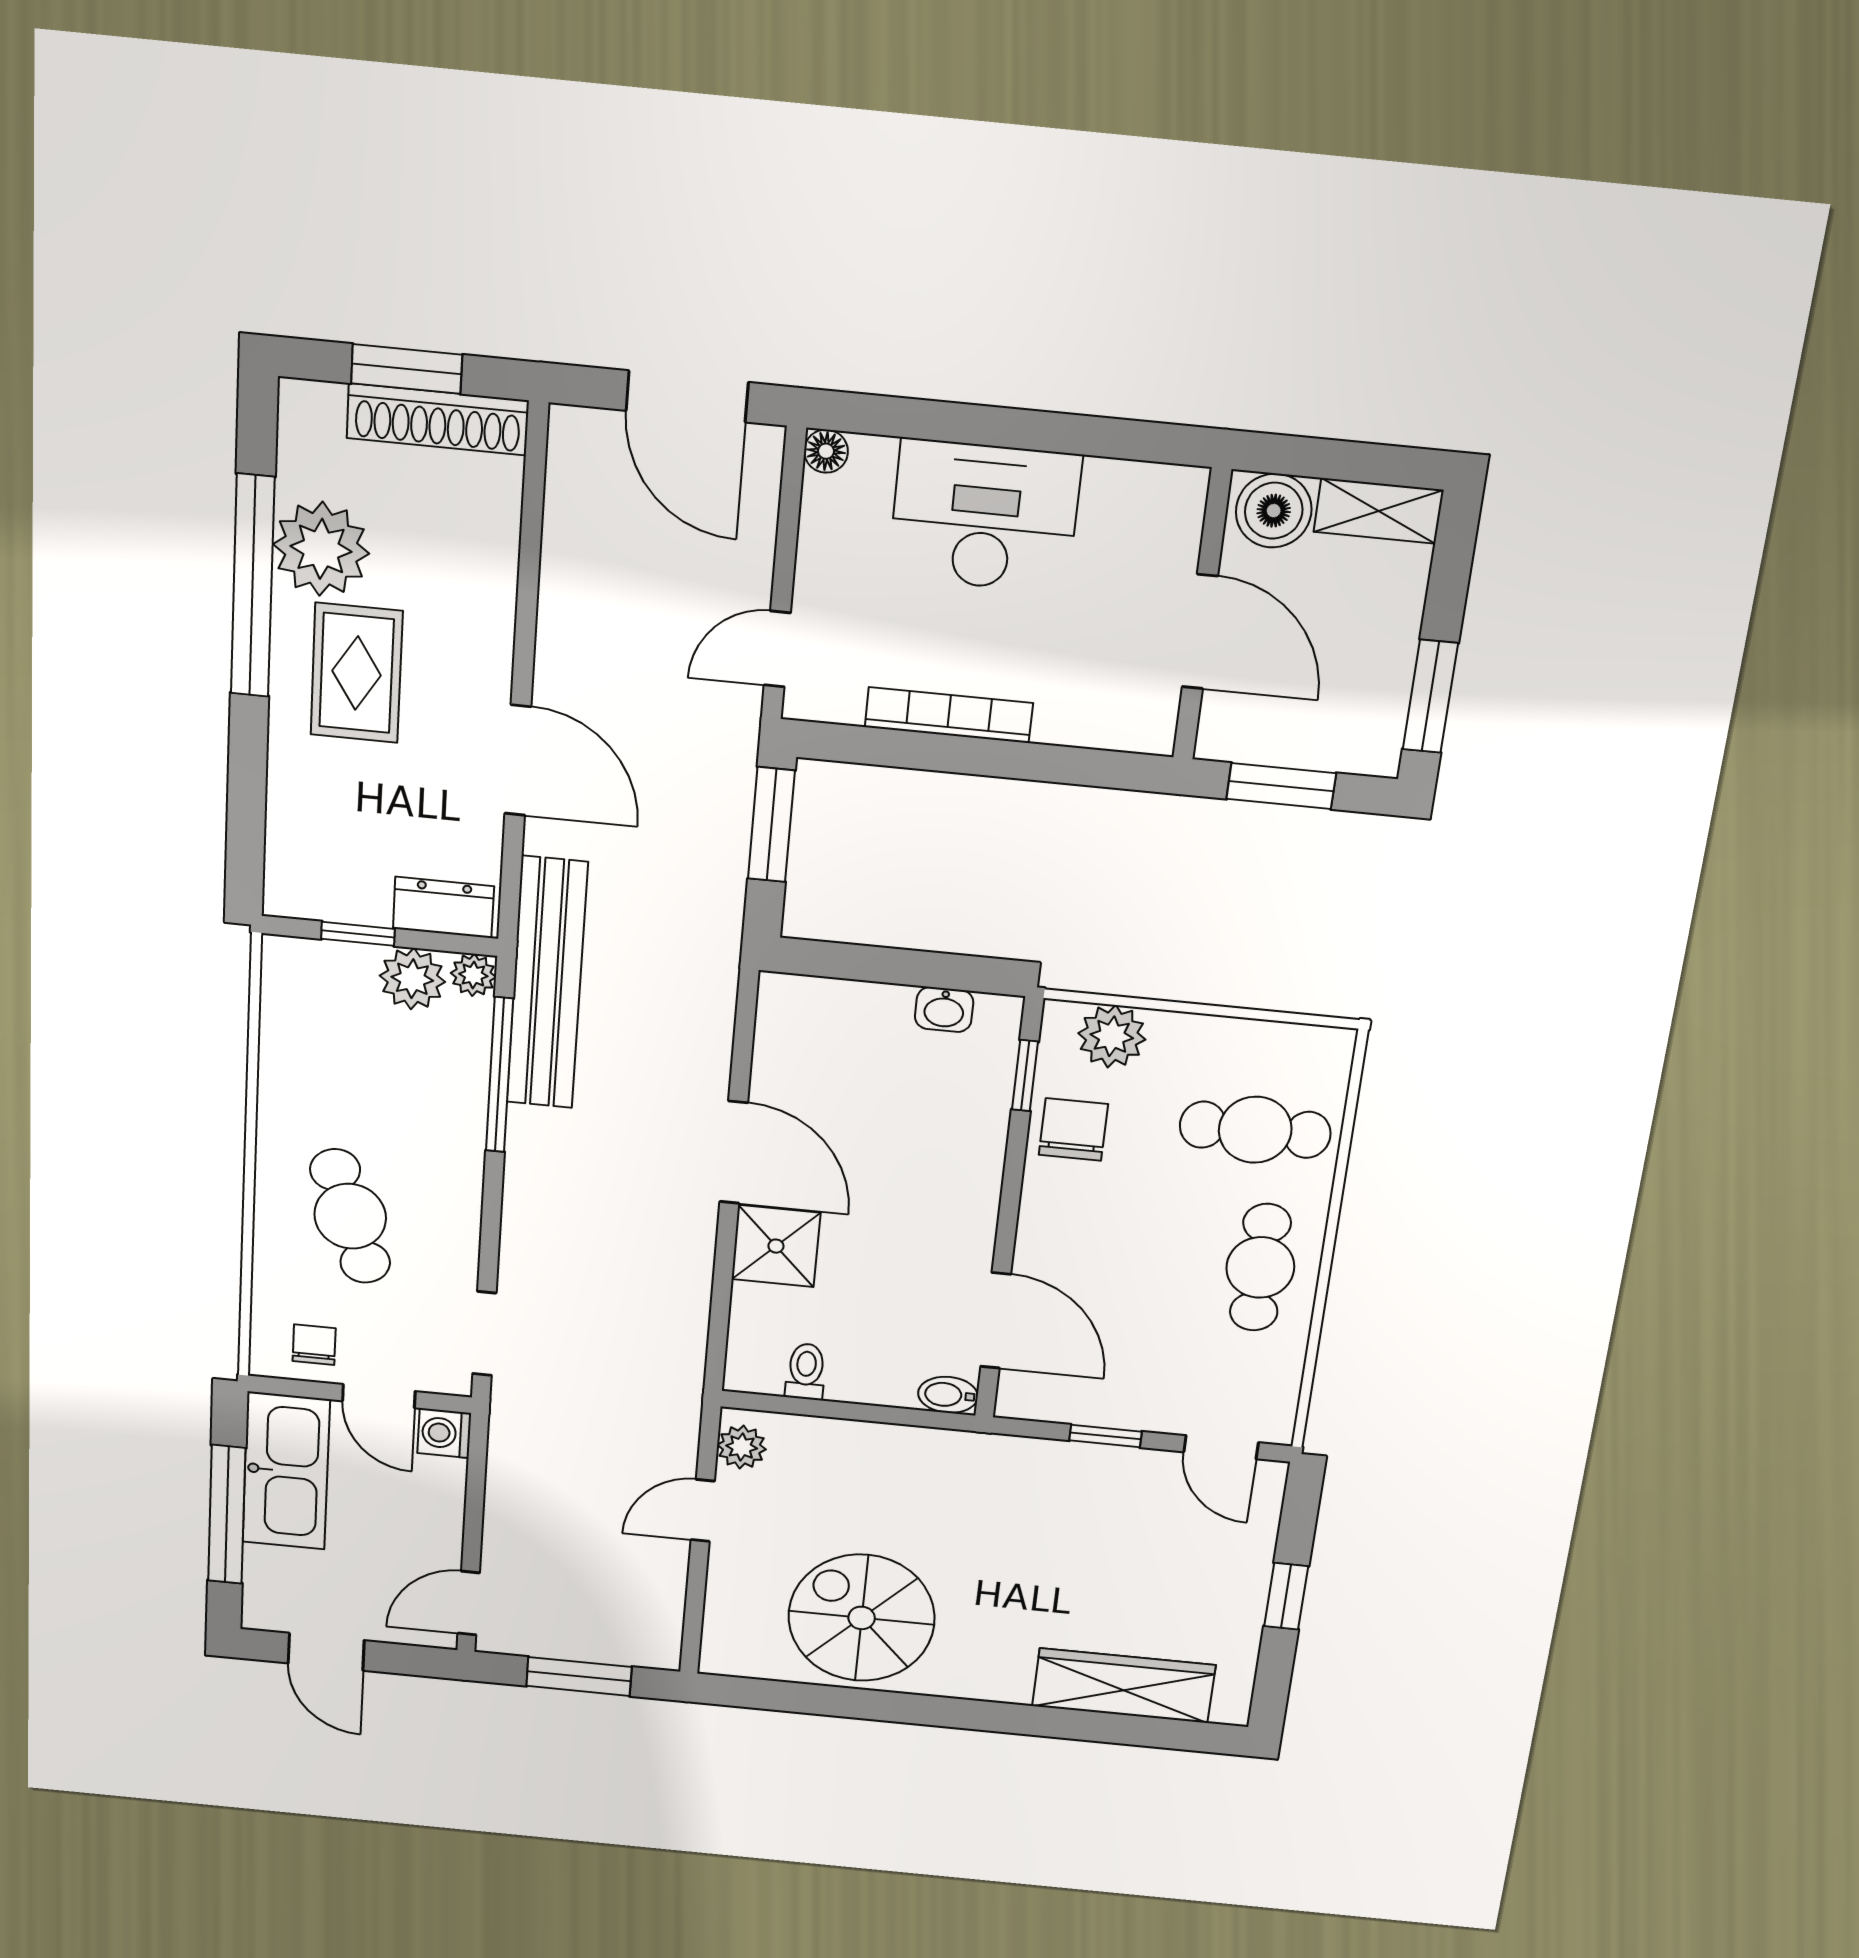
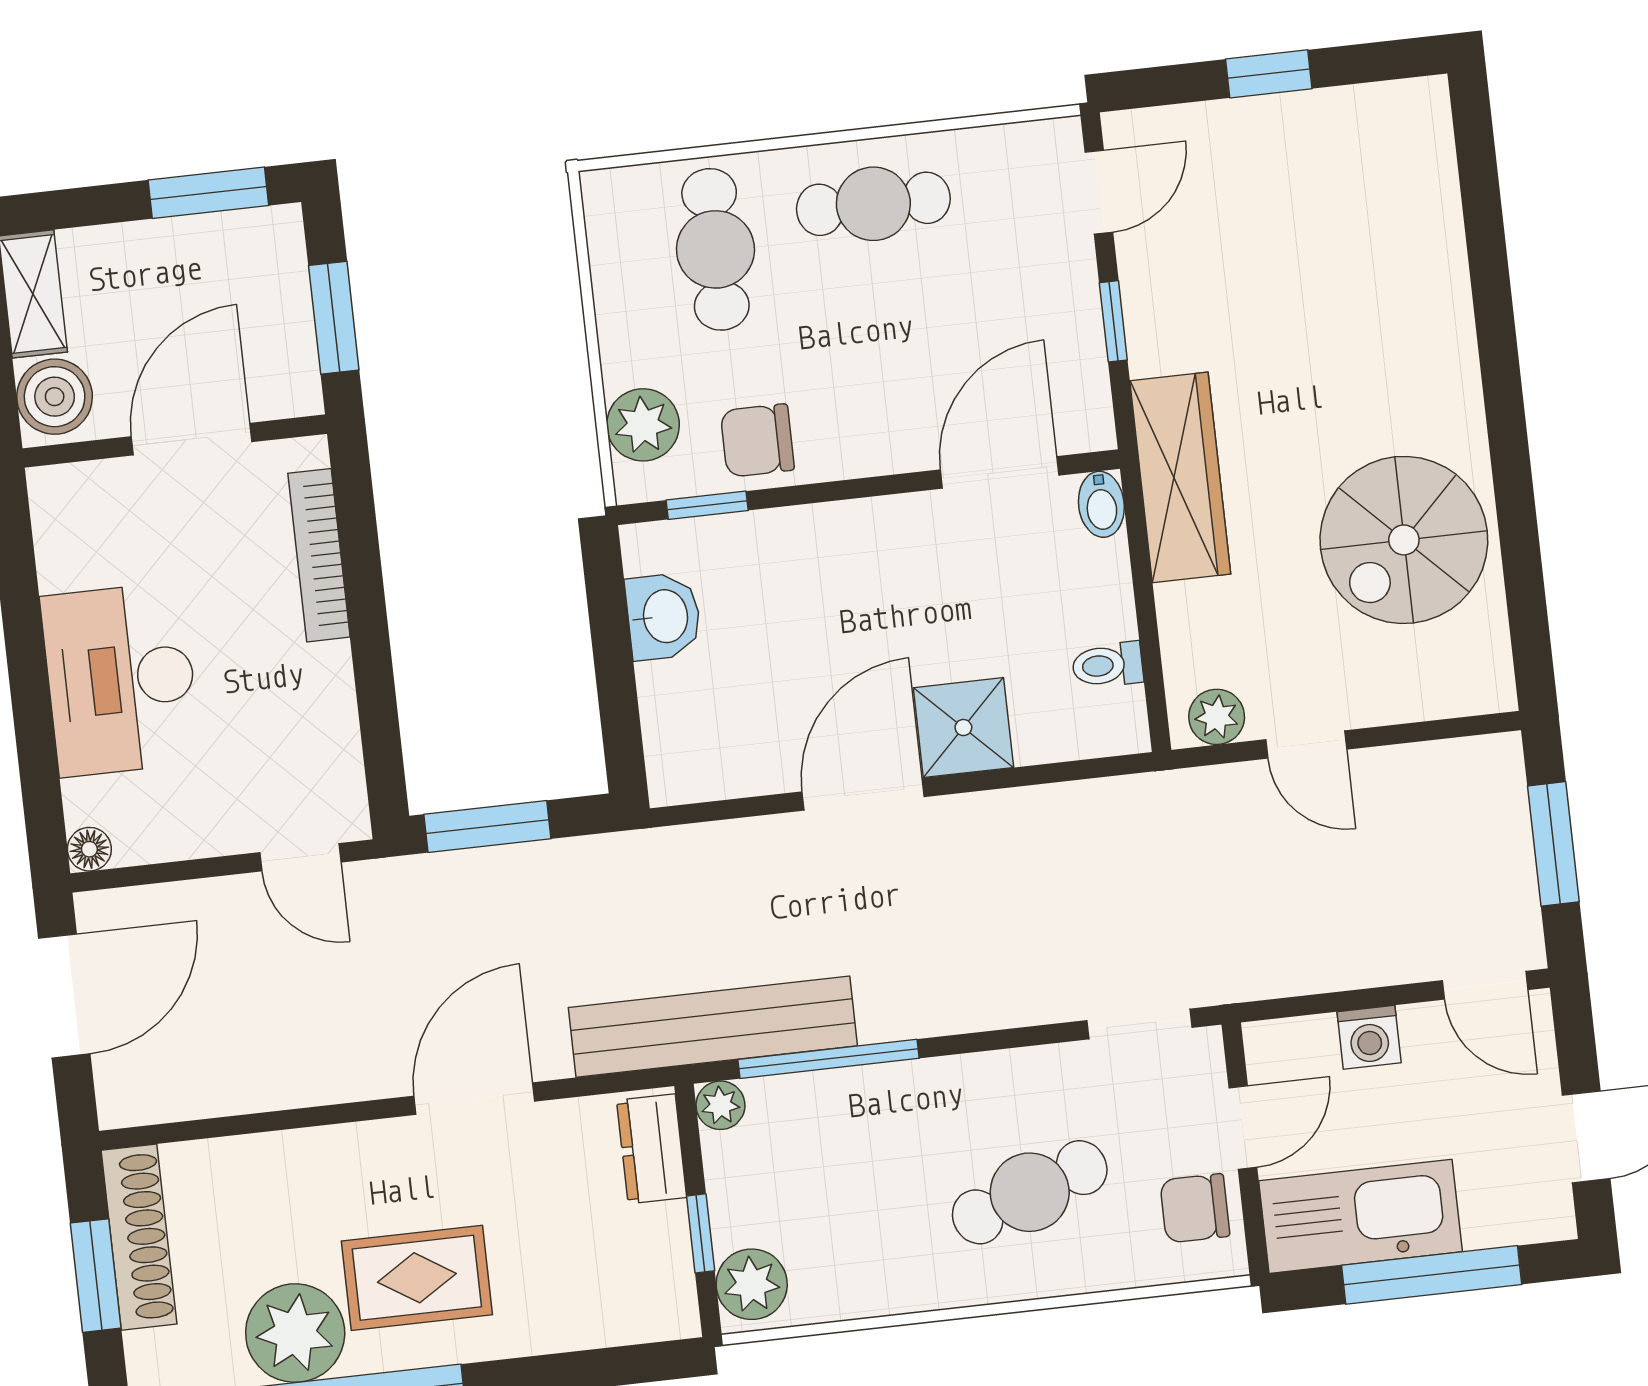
bookcase: (949, 715) -> (319, 555), moved
plant: (412, 979) -> (752, 1284), moved
washbasin: (944, 1009) -> (663, 616), width x1.38, depth x1.45
chair: (314, 1345) -> (1195, 1208), width x1.37, depth x1.37
washing machine: (444, 1433) -> (1369, 1037), moved
wardrobe: (1124, 1686) -> (1180, 477), moved, turned 180

